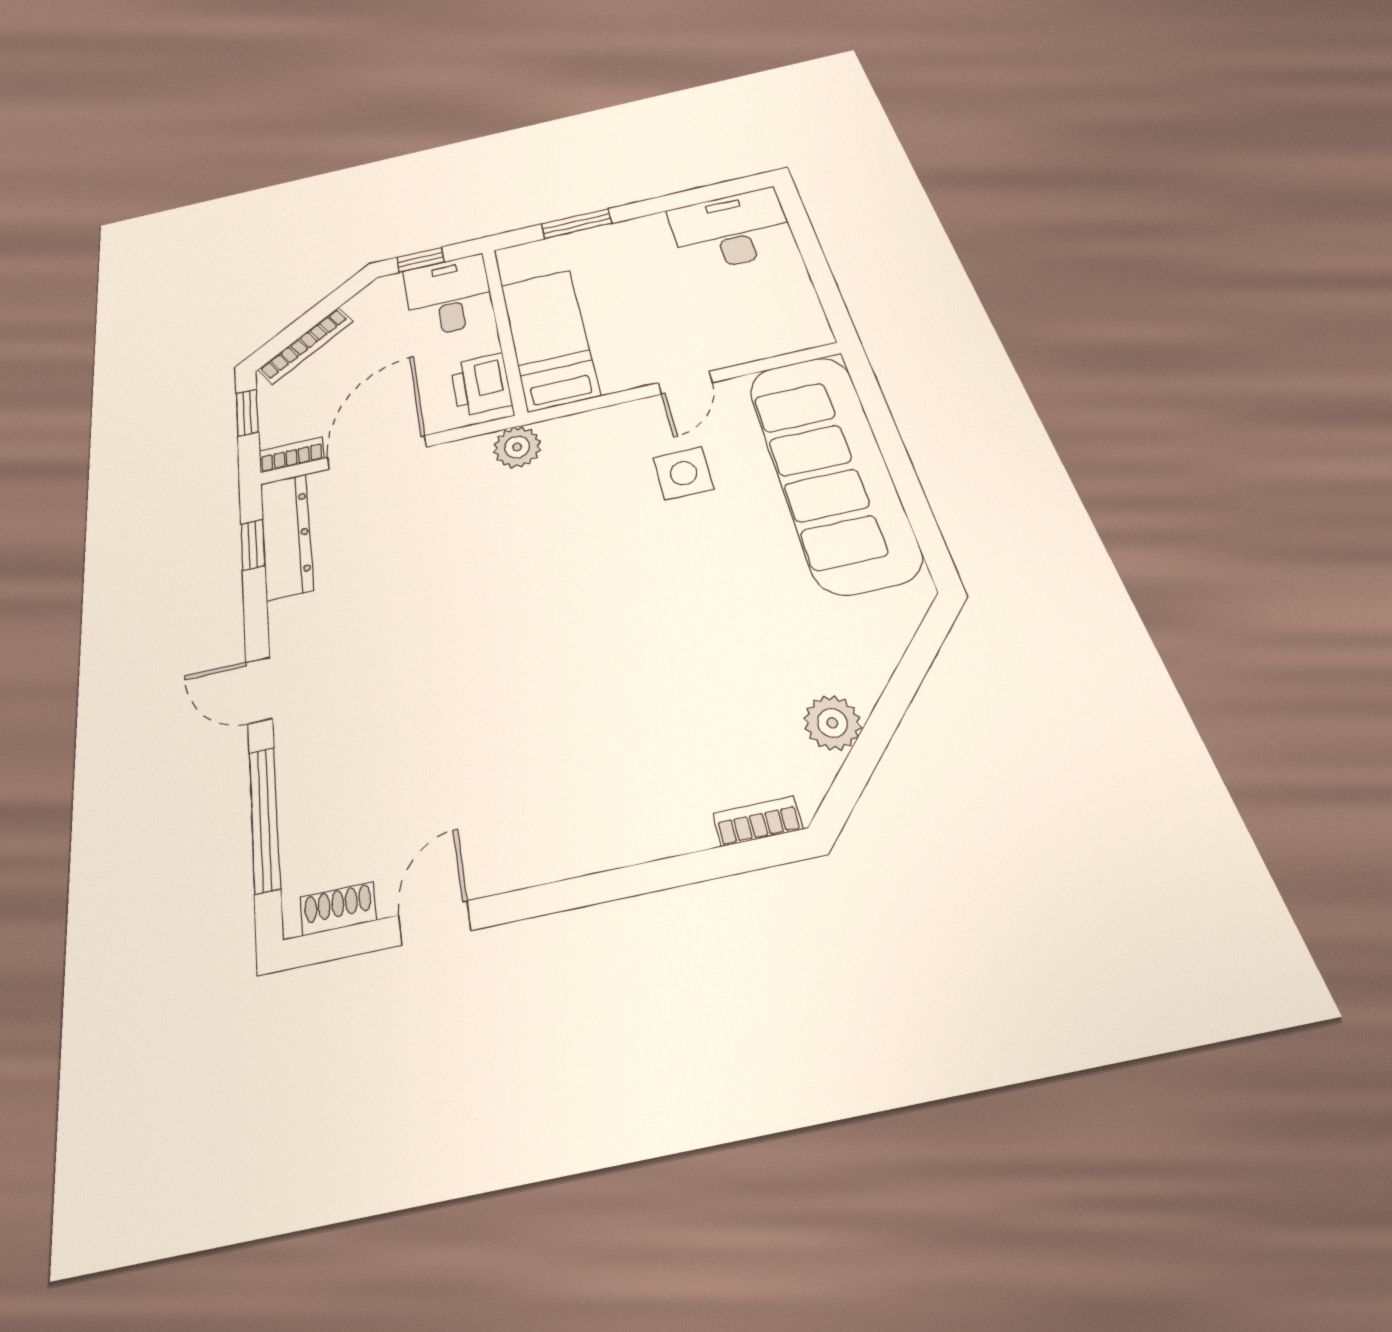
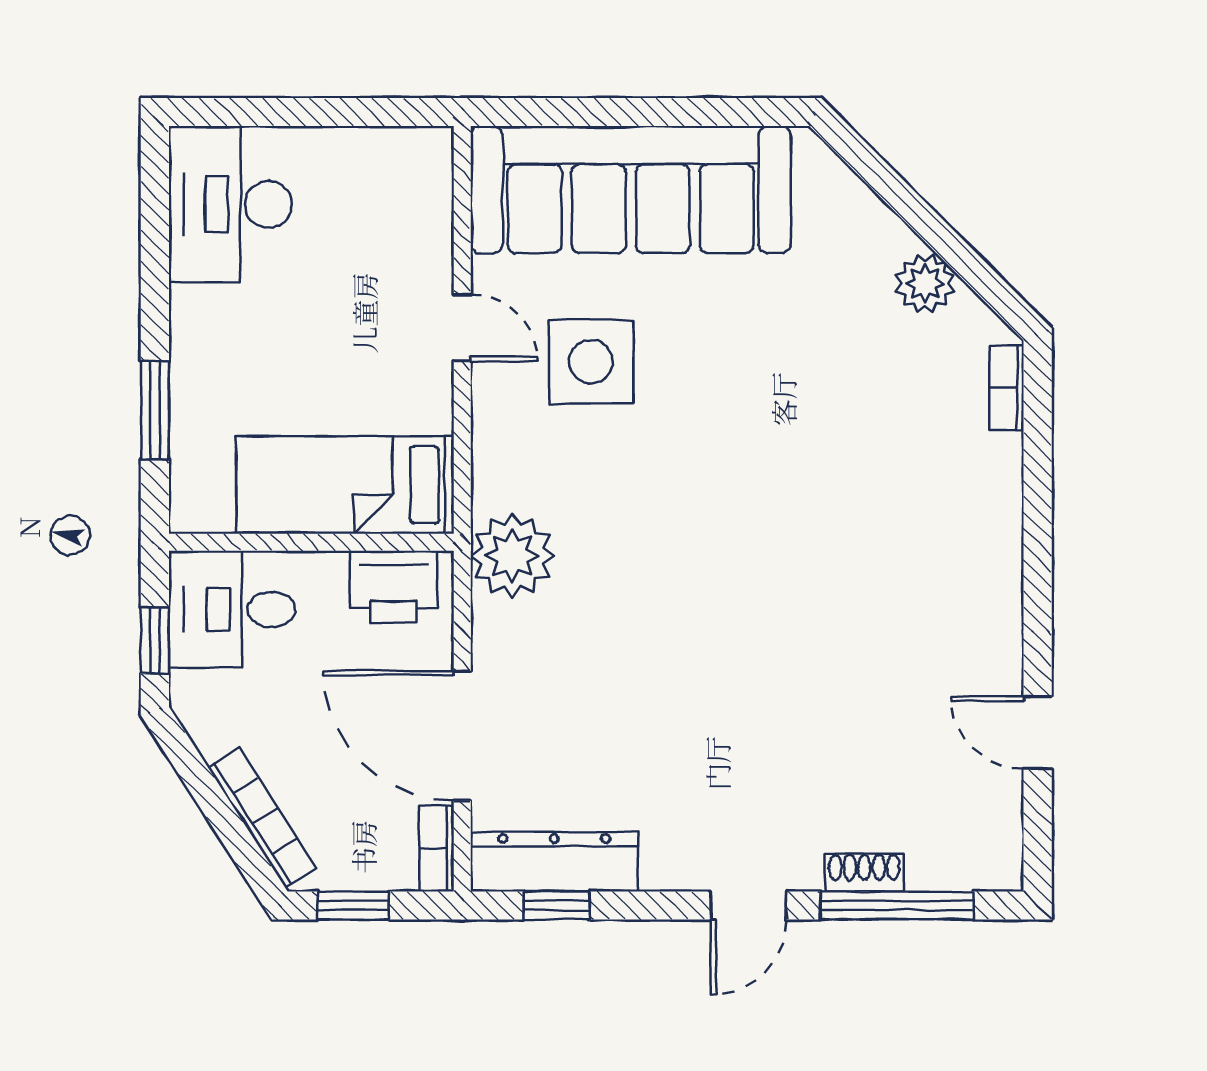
plant: (517, 447) -> (512, 556), width x1.36, depth x1.36
side table: (683, 473) -> (591, 362), width x1.37, depth x1.37
shoe rack: (338, 909) -> (864, 872), moved, turned 90

